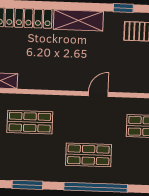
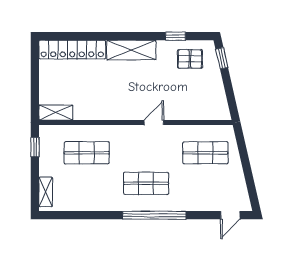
window: (27, 185) -> (86, 215), removed

